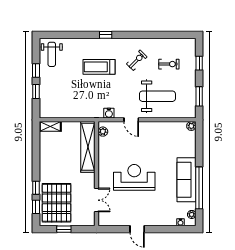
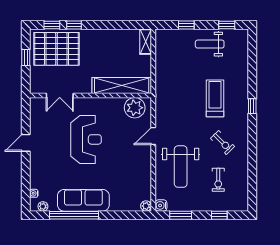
weight bench: (52, 54) -> (210, 44), moved
window: (36, 71) -> (227, 25), moved
water cooler: (109, 113) -> (161, 205), moved
plant: (103, 132) -> (135, 108), width x1.88, depth x1.88

